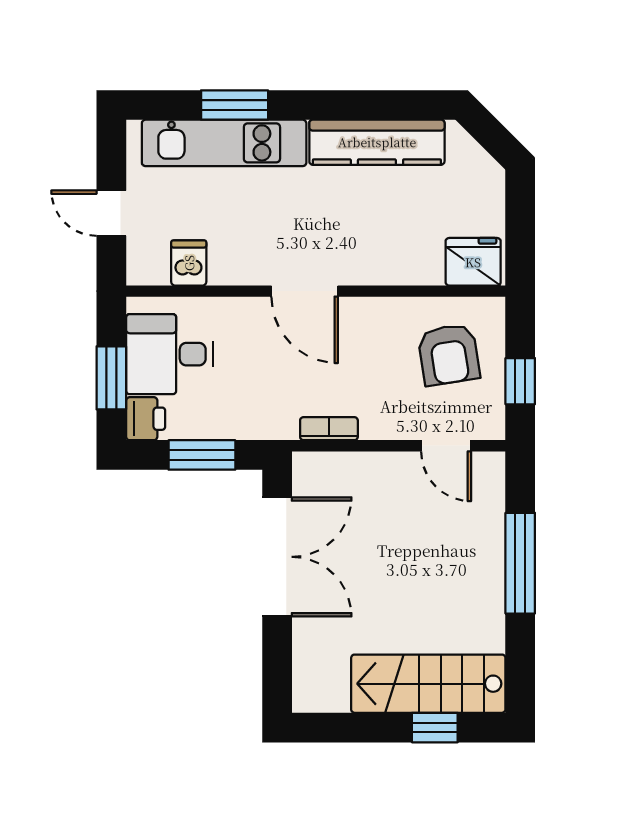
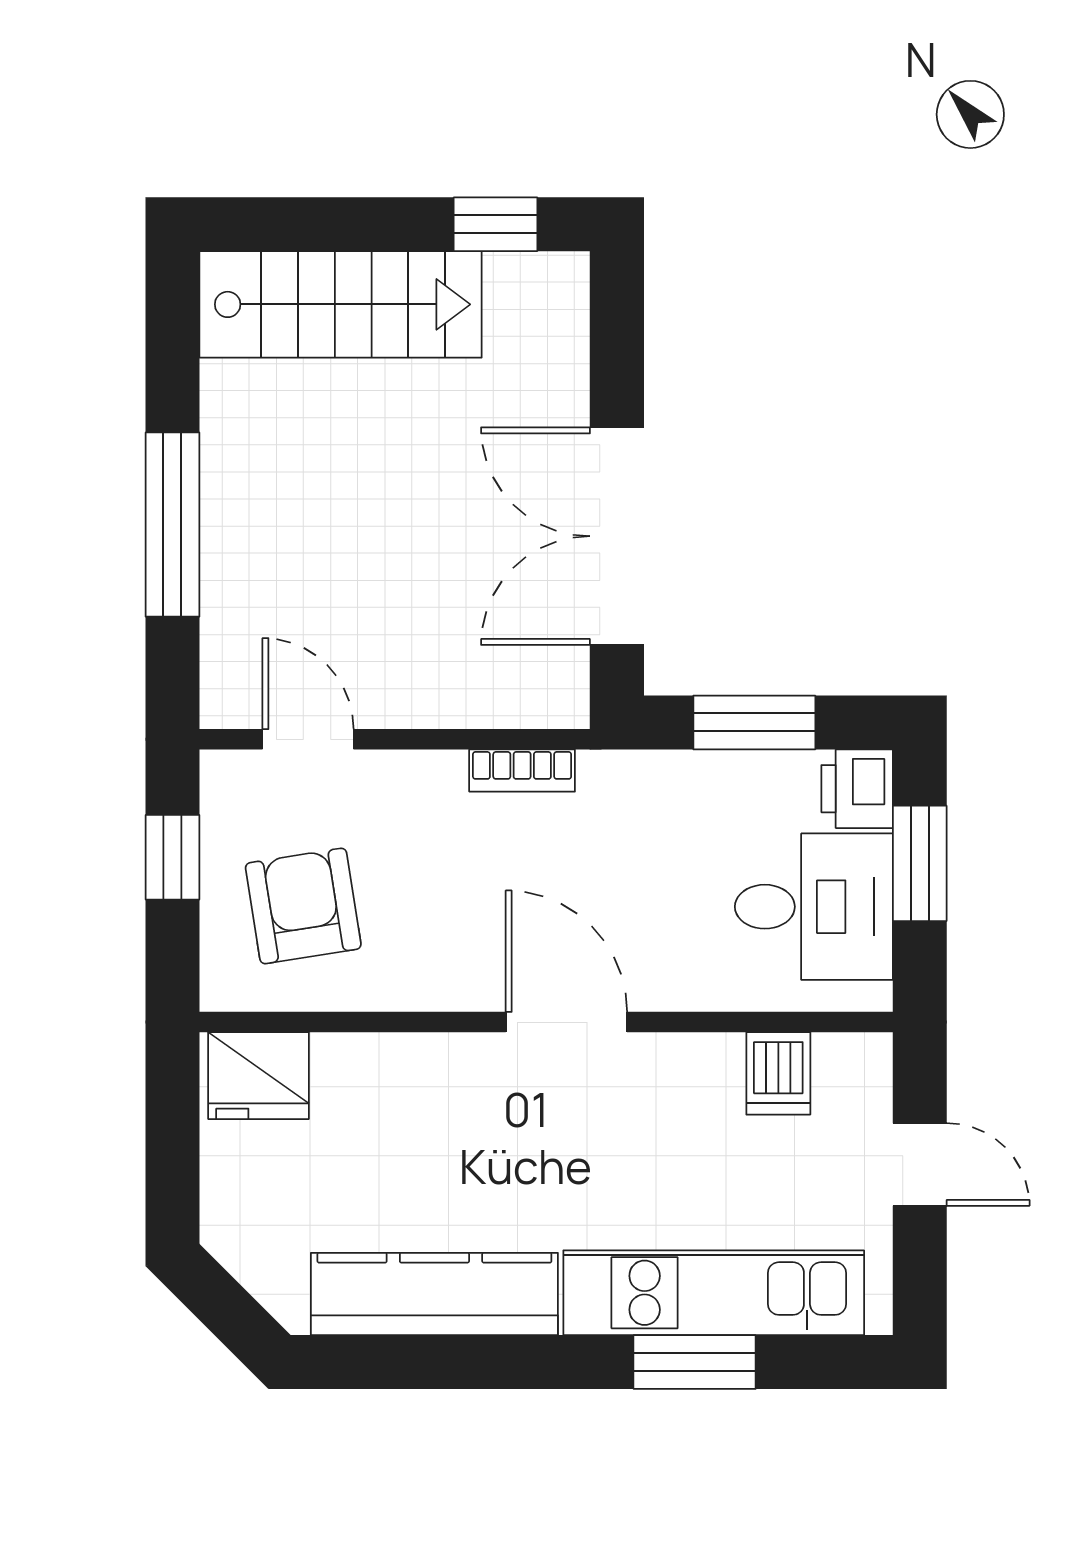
window: (435, 728) -> (496, 224), moved

